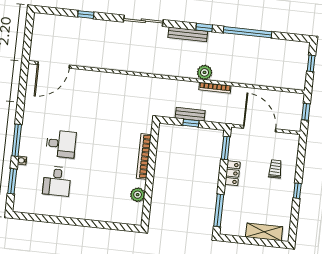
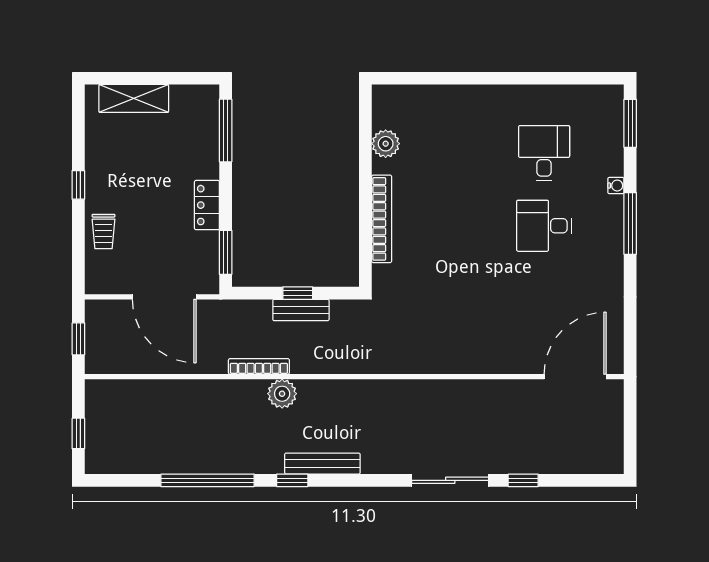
sliding door: (143, 21) -> (450, 480), moved
trolley: (275, 169) -> (104, 231), moved
window: (12, 181) -> (630, 123), moved

